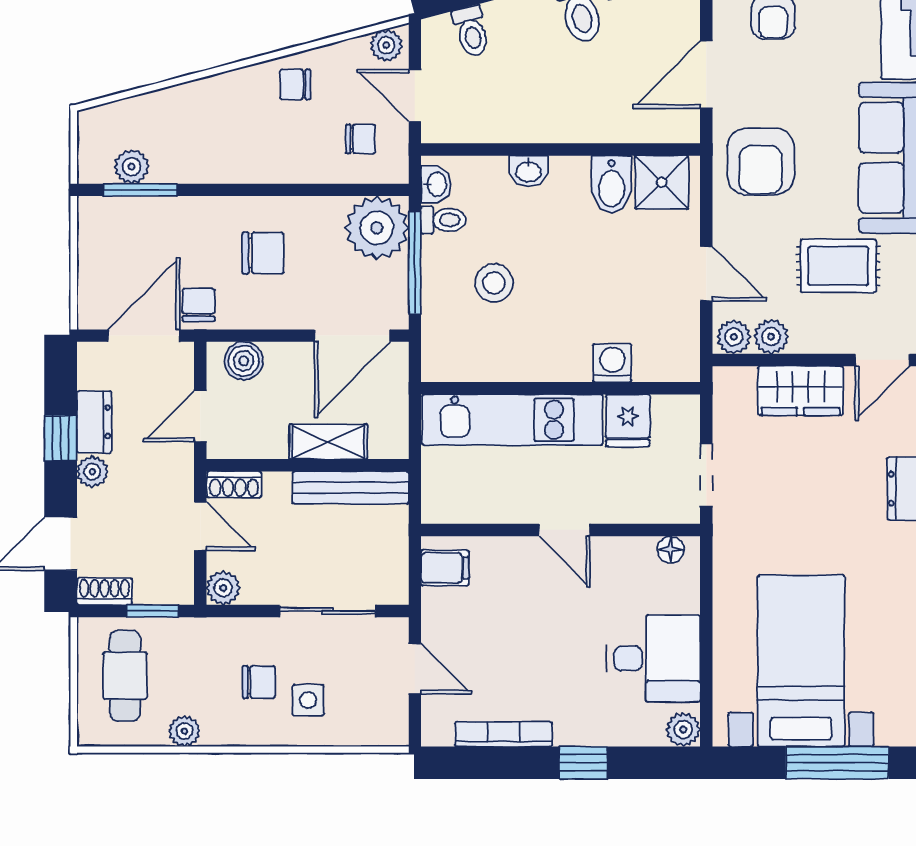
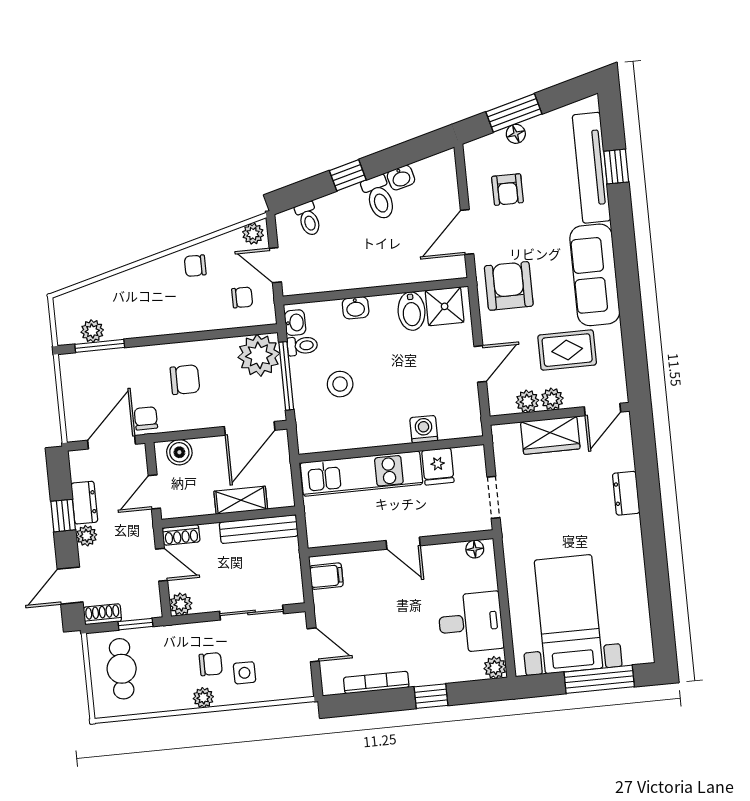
armchair: (761, 161) -> (509, 286), turned 180
door: (706, 274) -> (480, 364), hinge flipped
plant: (734, 337) -> (552, 399), moved
plant: (185, 731) -> (203, 698), moved

